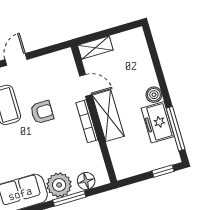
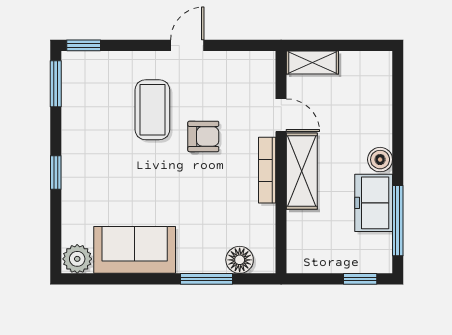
plant: (59, 185) -> (197, 254), removed

